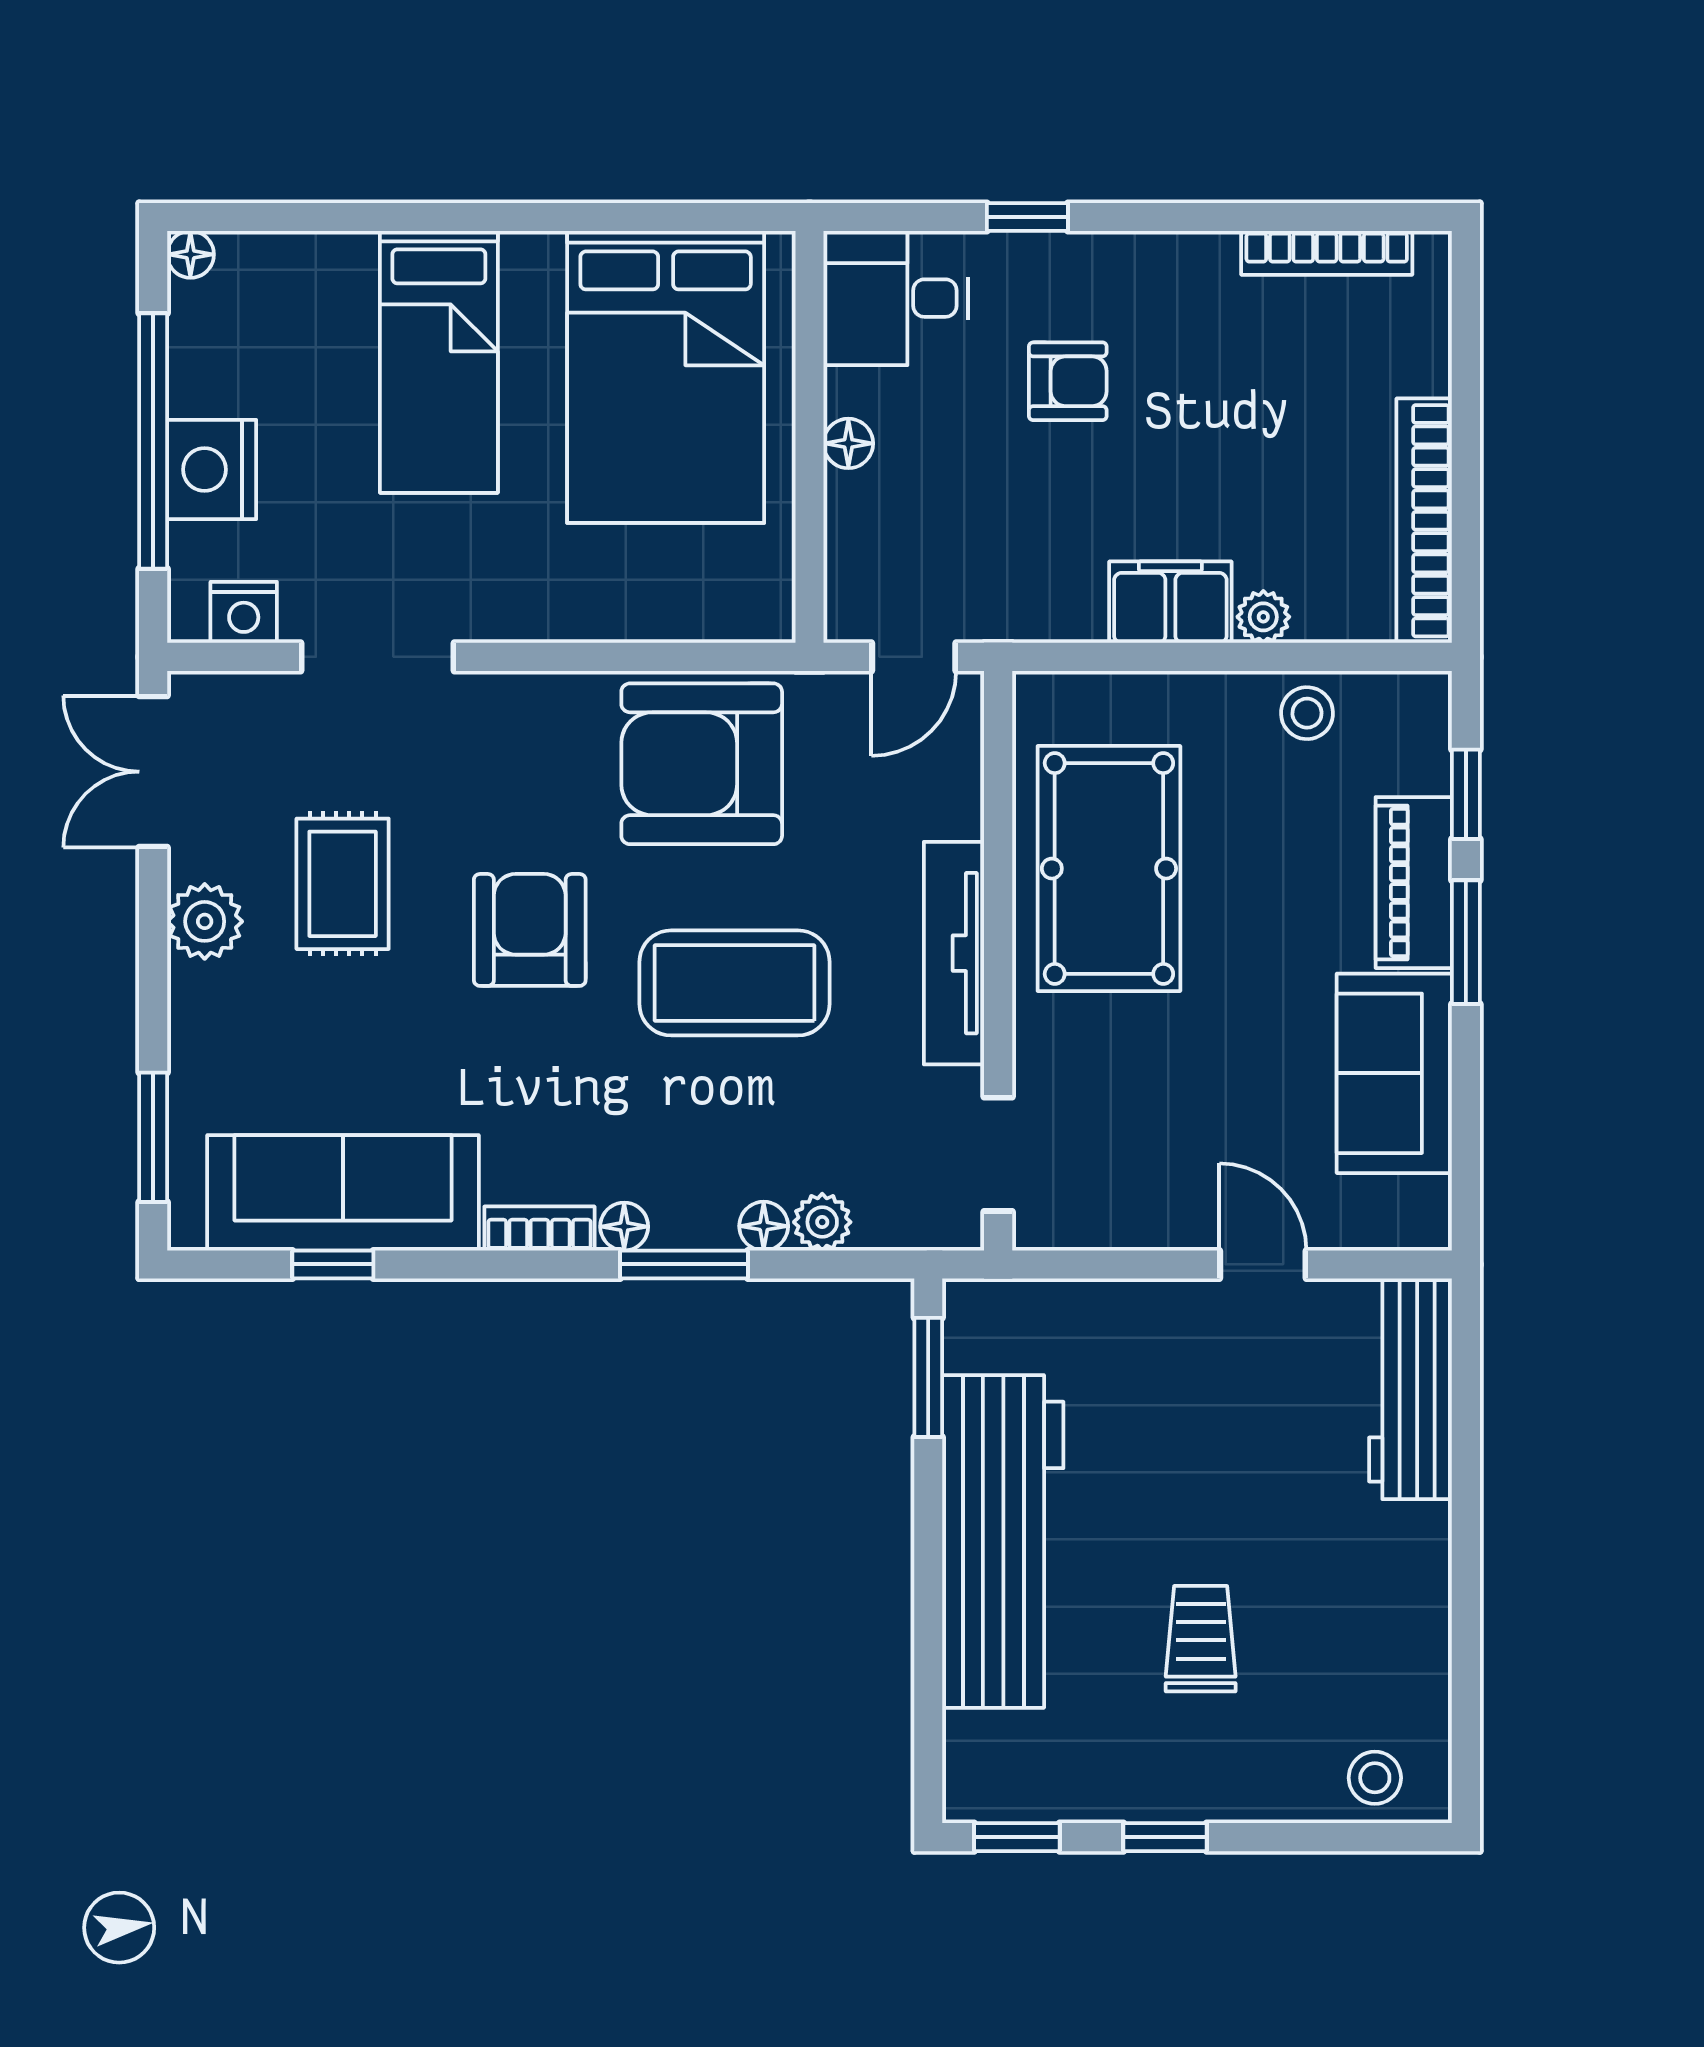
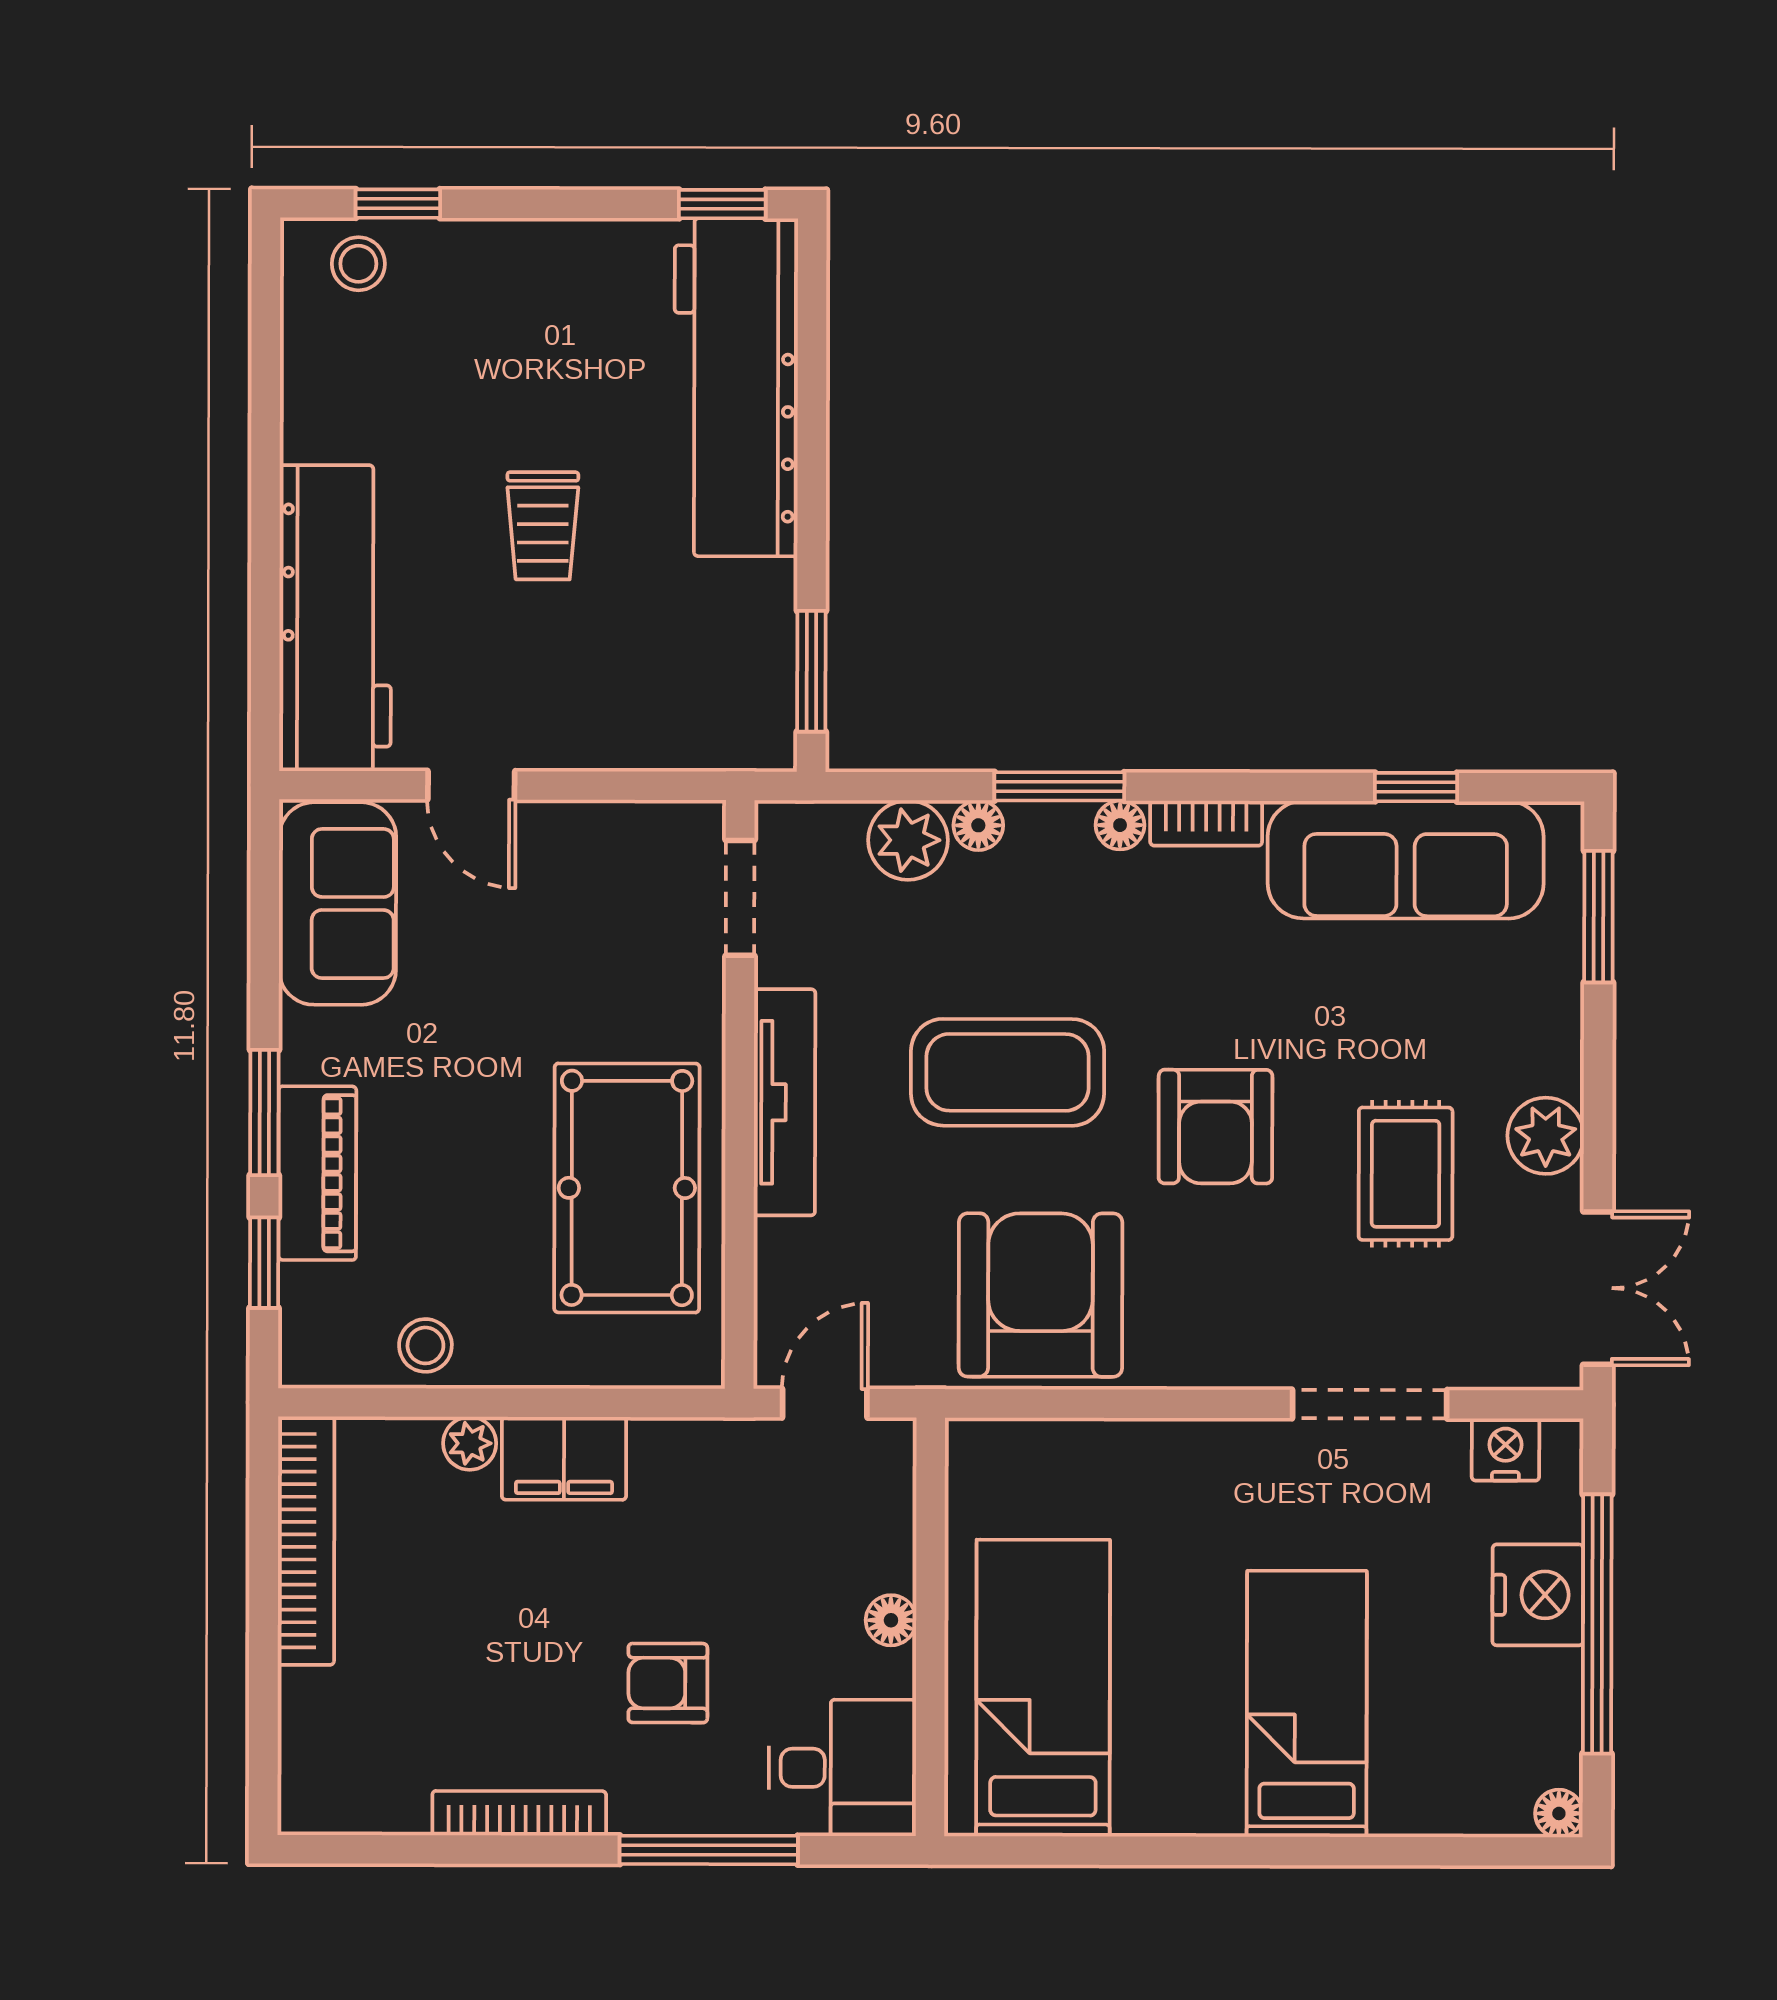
window: (1027, 217) -> (709, 1850), width x2.17
bookcase: (1327, 253) -> (519, 1813), moved
bed: (666, 377) -> (1043, 1688), width x0.67
armchair: (702, 764) -> (1040, 1295), turned -90
sofa: (1394, 1073) -> (338, 903), moved
plant: (822, 1222) -> (908, 840), width x1.38, depth x1.38
workbench: (1410, 1389) -> (335, 618), width x1.36, depth x1.32
workbench: (1003, 1541) -> (736, 387), moved
trolley: (1201, 1639) -> (543, 526), moved
window: (1165, 1837) -> (398, 204), moved

